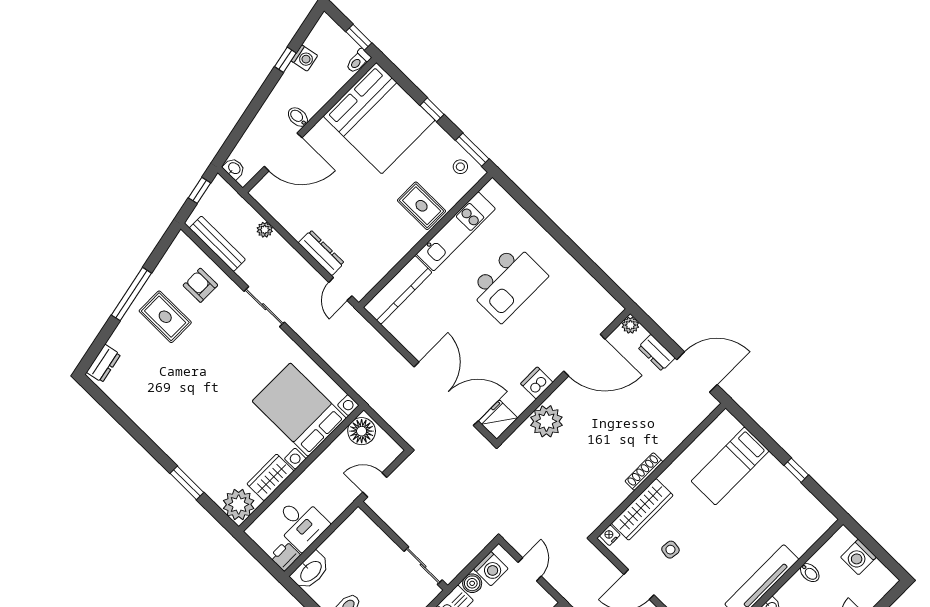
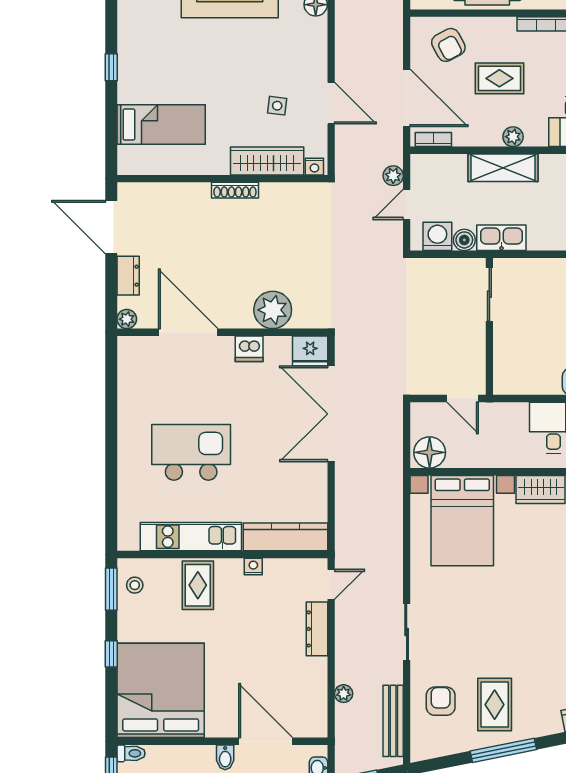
nightstand: (399, 252) -> (253, 566), added
armchair: (200, 285) -> (441, 701), turned 180
plant: (556, 579) -> (393, 176), added

